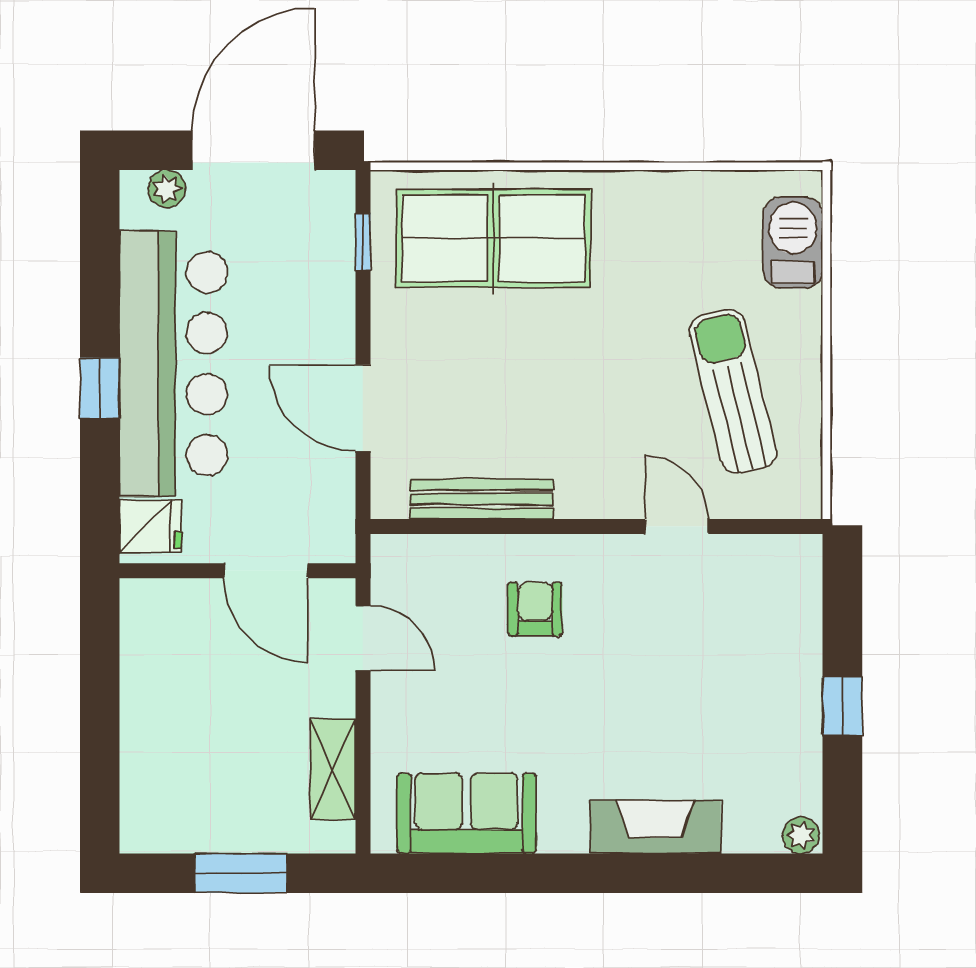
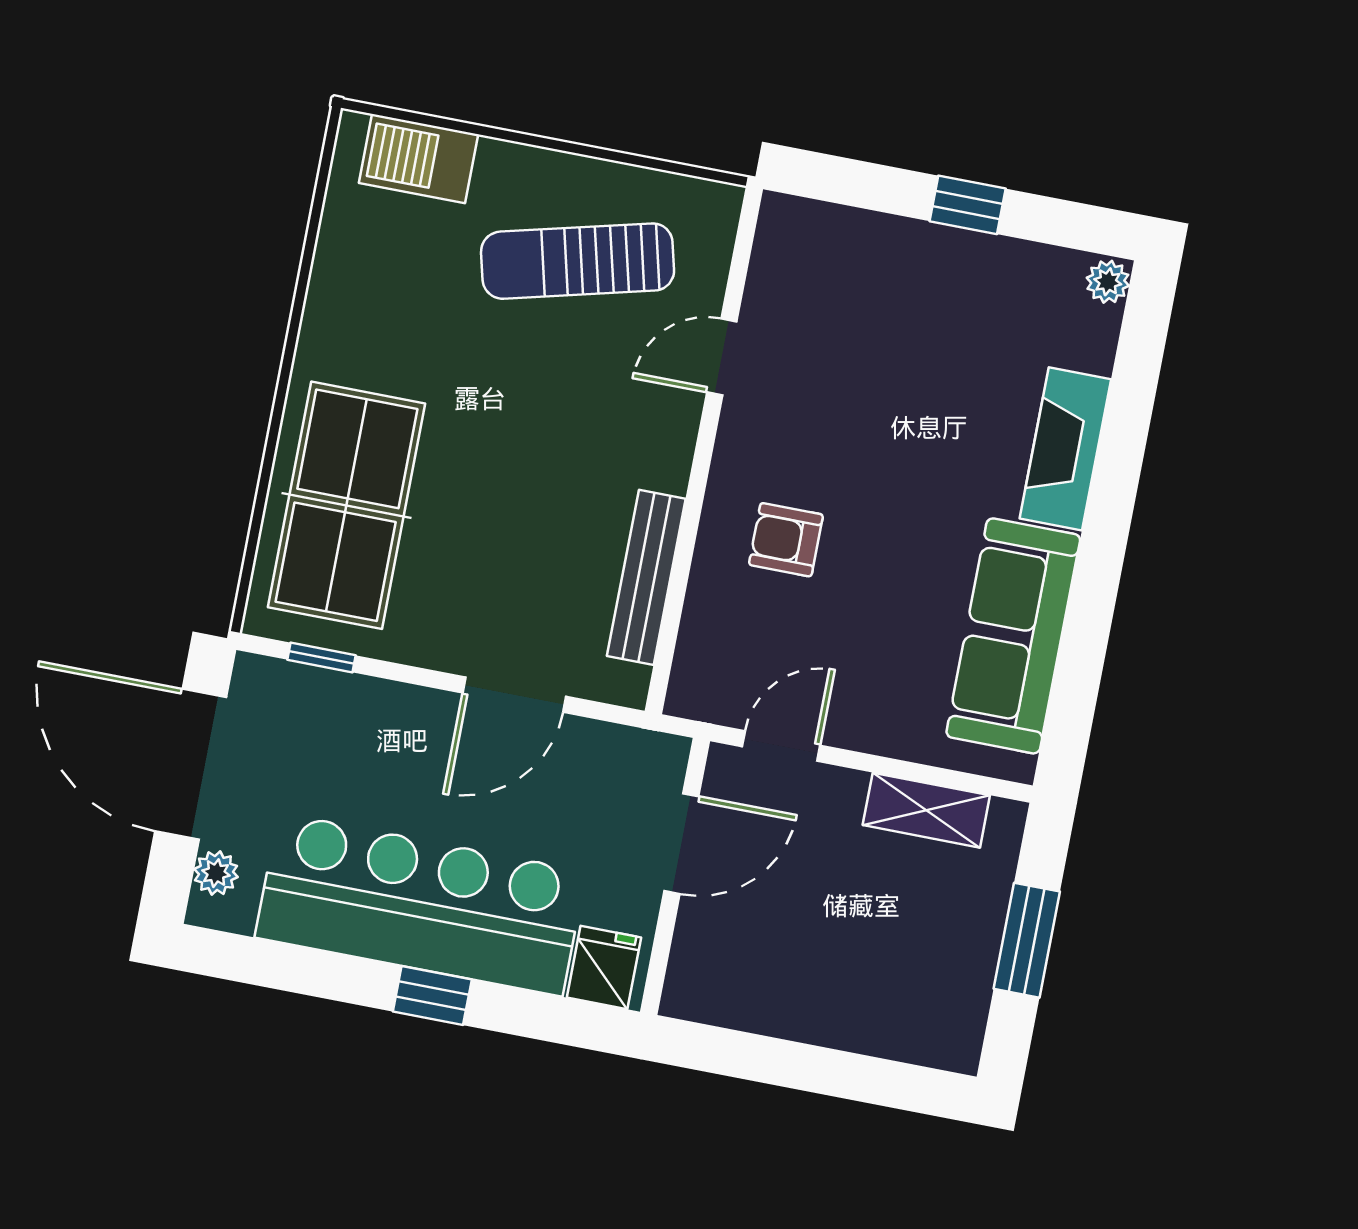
sofa: (466, 813) -> (1013, 636), width x1.36

